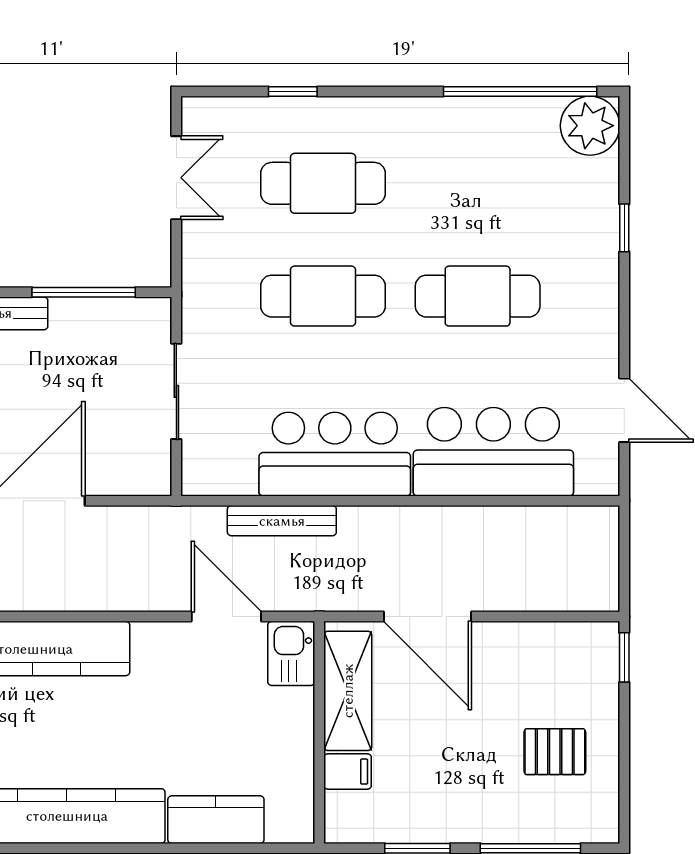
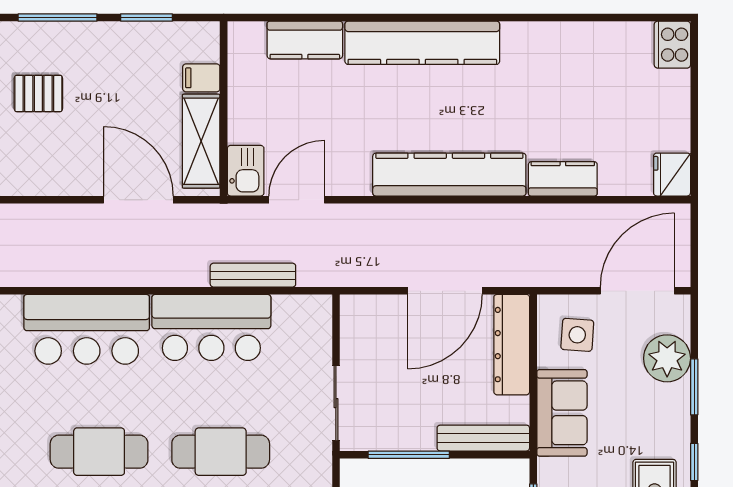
sliding door: (176, 391) -> (336, 403), moved
door: (226, 617) -> (297, 200), swing flipped

